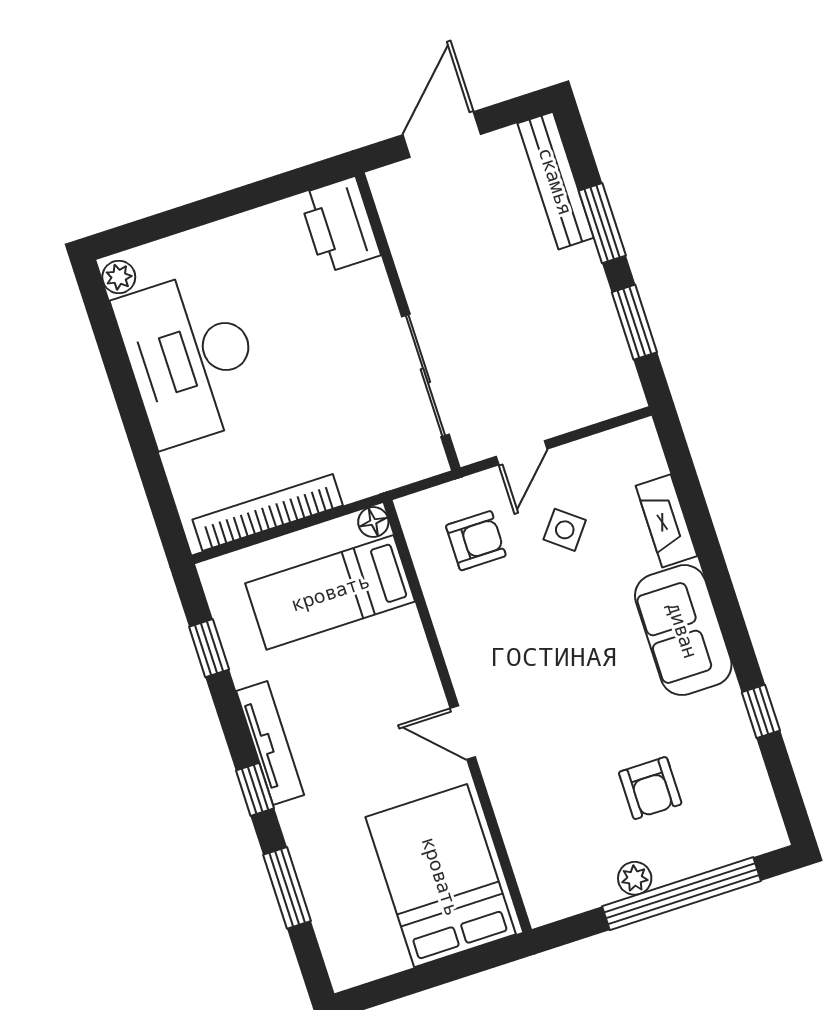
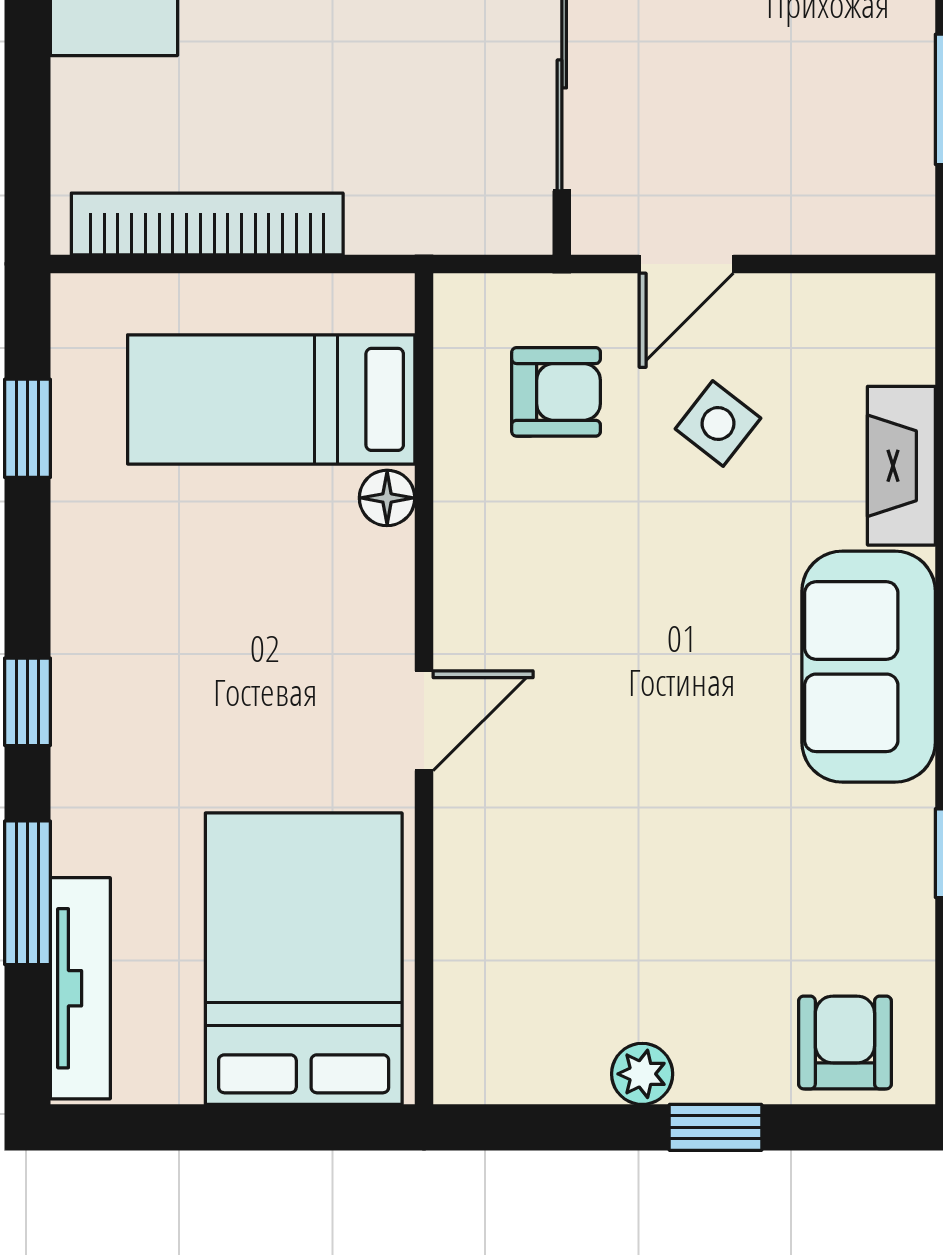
floor lamp: (373, 522) -> (387, 498), moved
door: (463, 733) -> (424, 721), swing flipped
tv unit: (270, 743) -> (80, 988), moved
armchair: (650, 788) -> (845, 1042), moved, turned 180
window: (682, 894) -> (716, 1127), width x0.32

